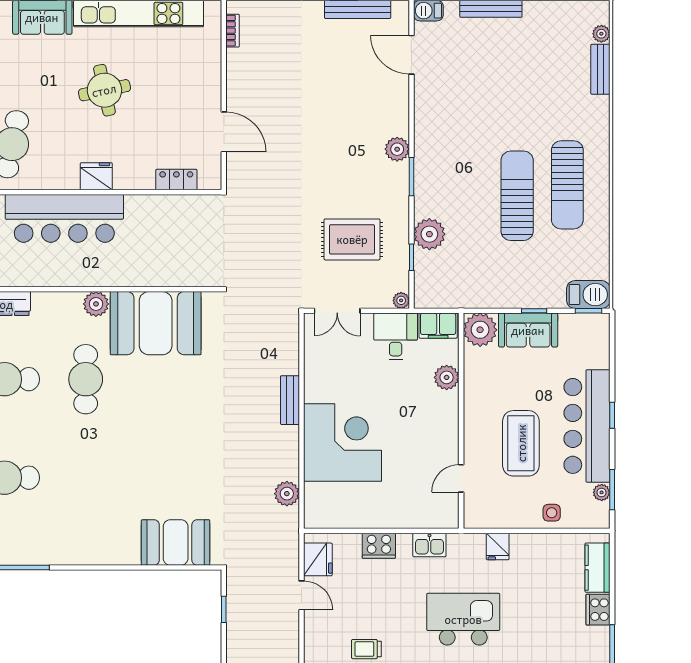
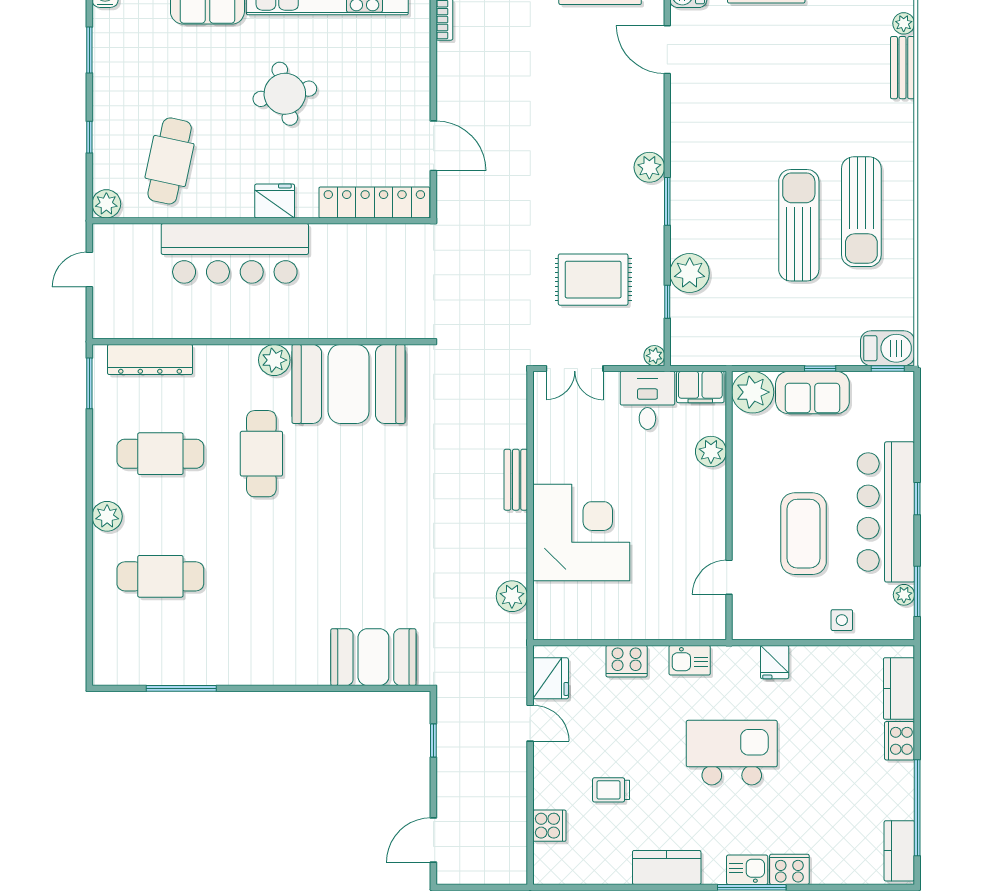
locker: (176, 180) -> (374, 202), width x2.16, depth x1.21

